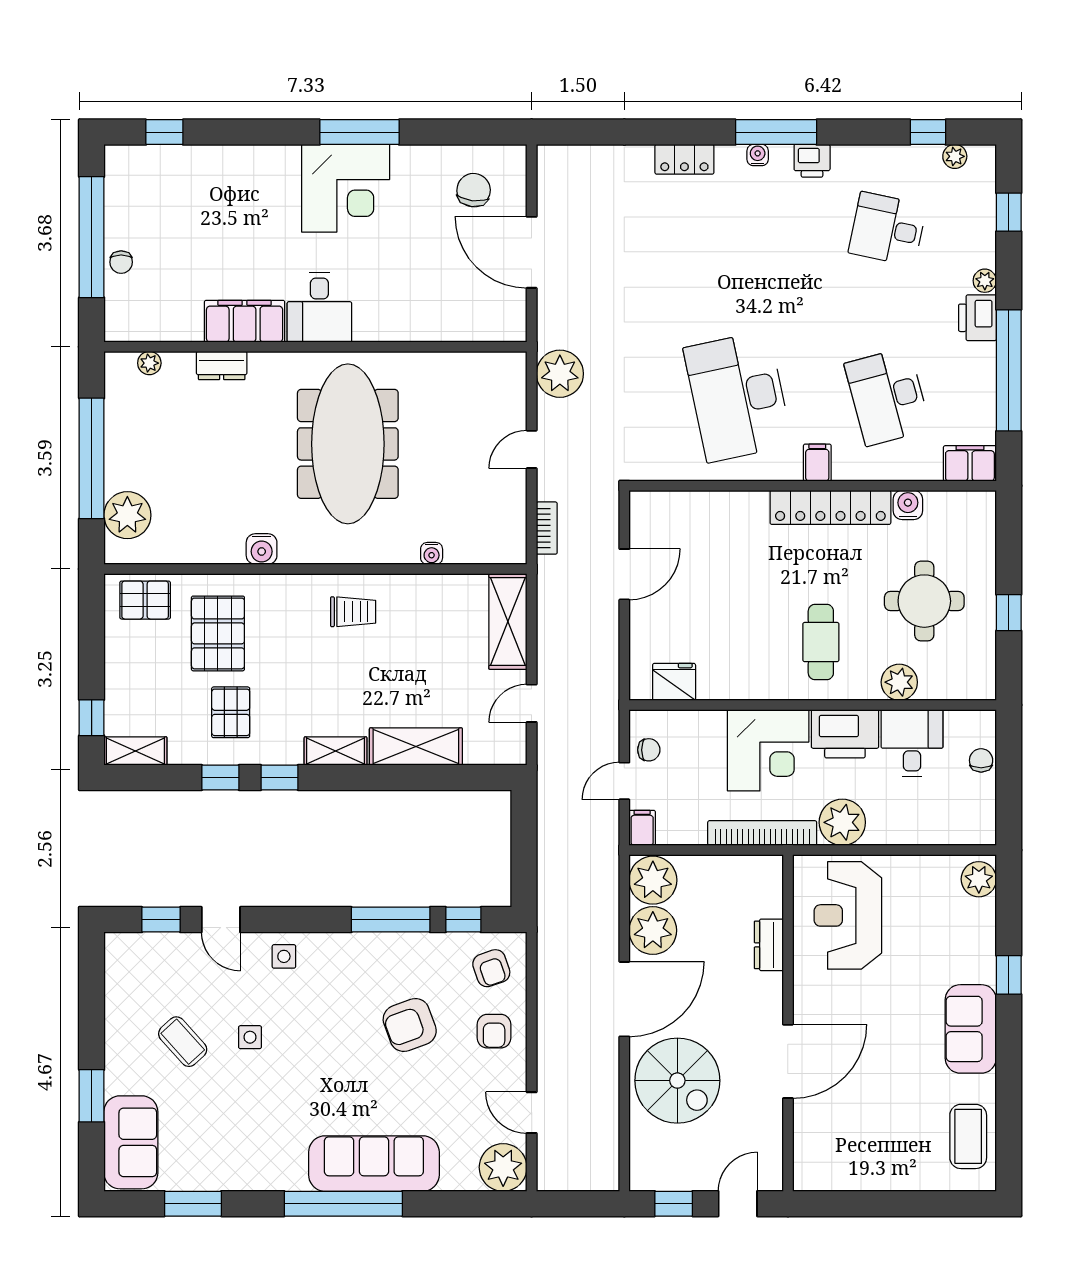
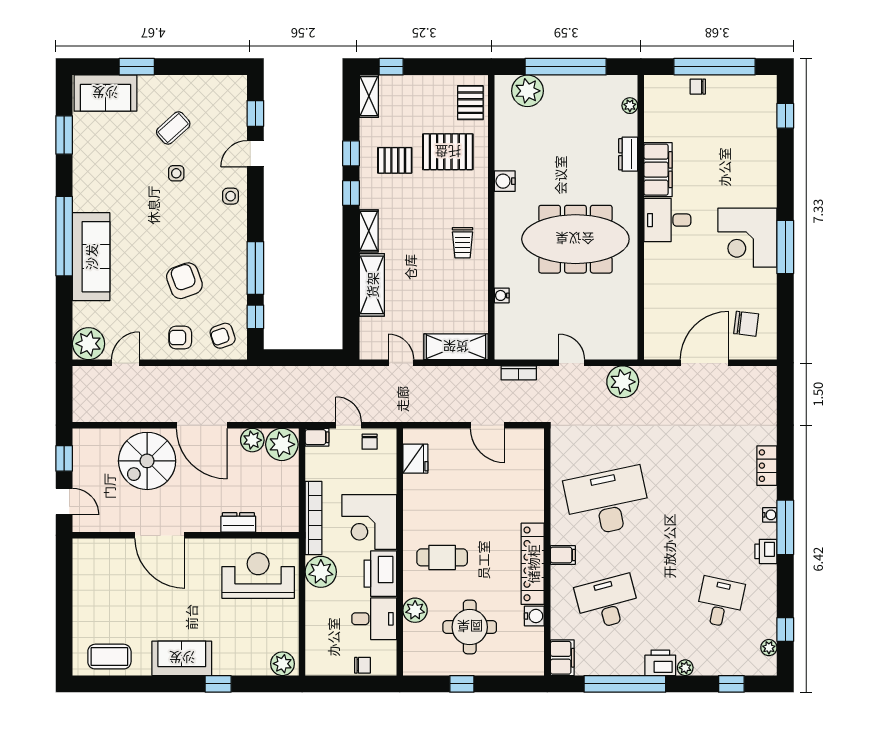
plant: (653, 930) -> (252, 440), width x0.73, depth x0.73

